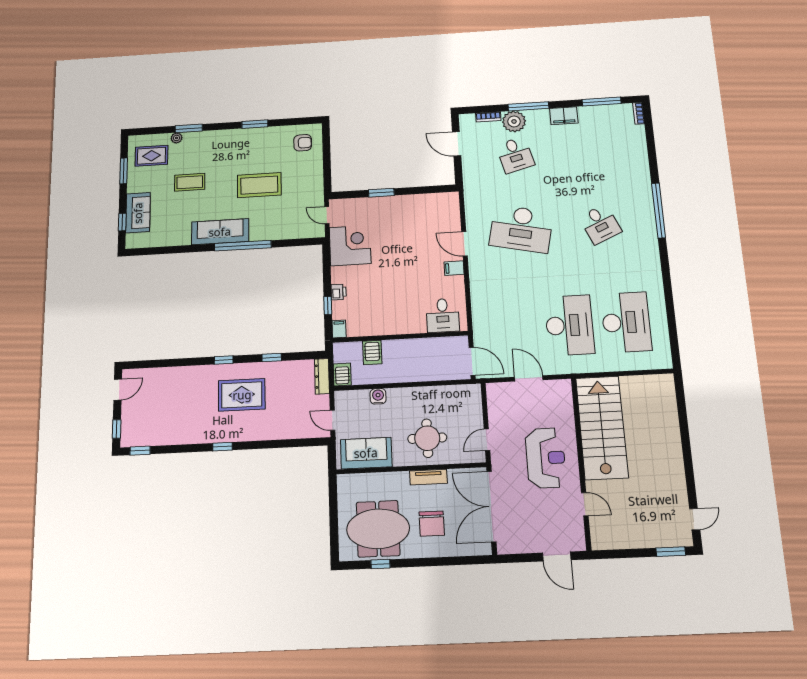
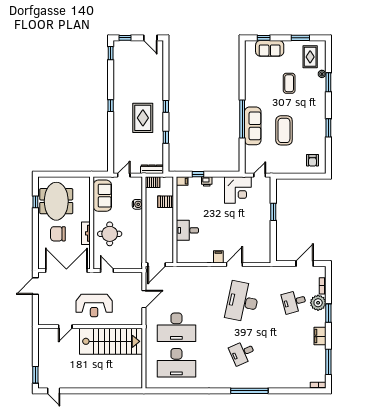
window: (528, 106) -> (328, 313), width x0.69
sofa: (220, 232) -> (253, 126), moved
desk: (443, 315) -> (187, 230), moved
door: (557, 556) -> (35, 286), moved

